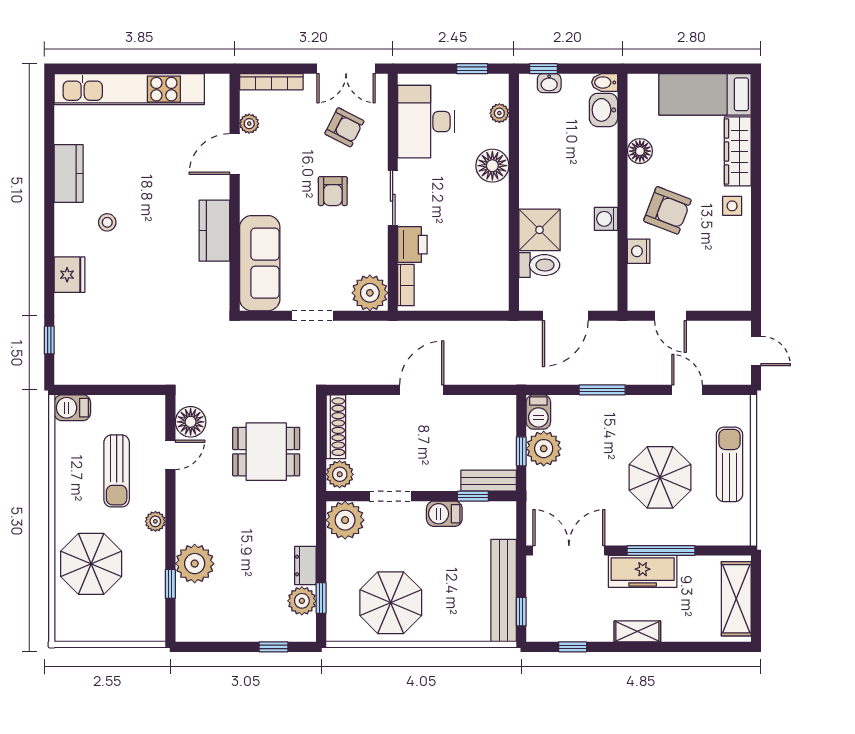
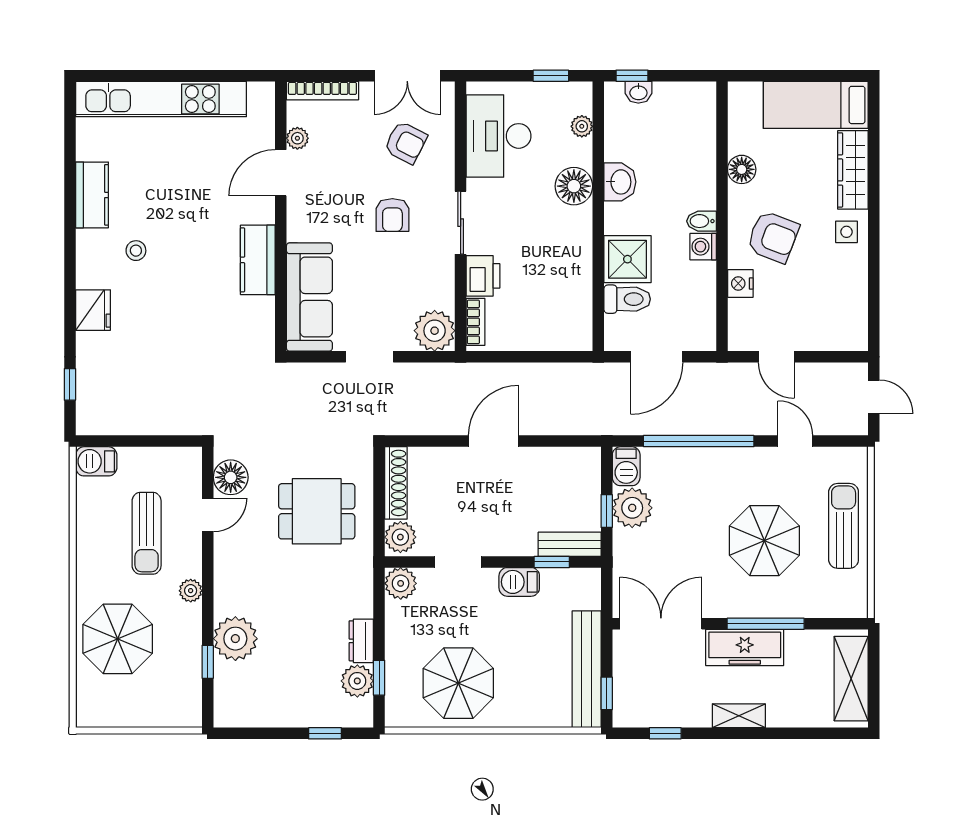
bidet: (605, 82) -> (701, 221), moved
washbasin: (603, 110) -> (620, 182), moved, turned 180
window: (602, 390) -> (699, 441), width x2.11
plant: (345, 520) -> (401, 583), width x0.73, depth x0.73

